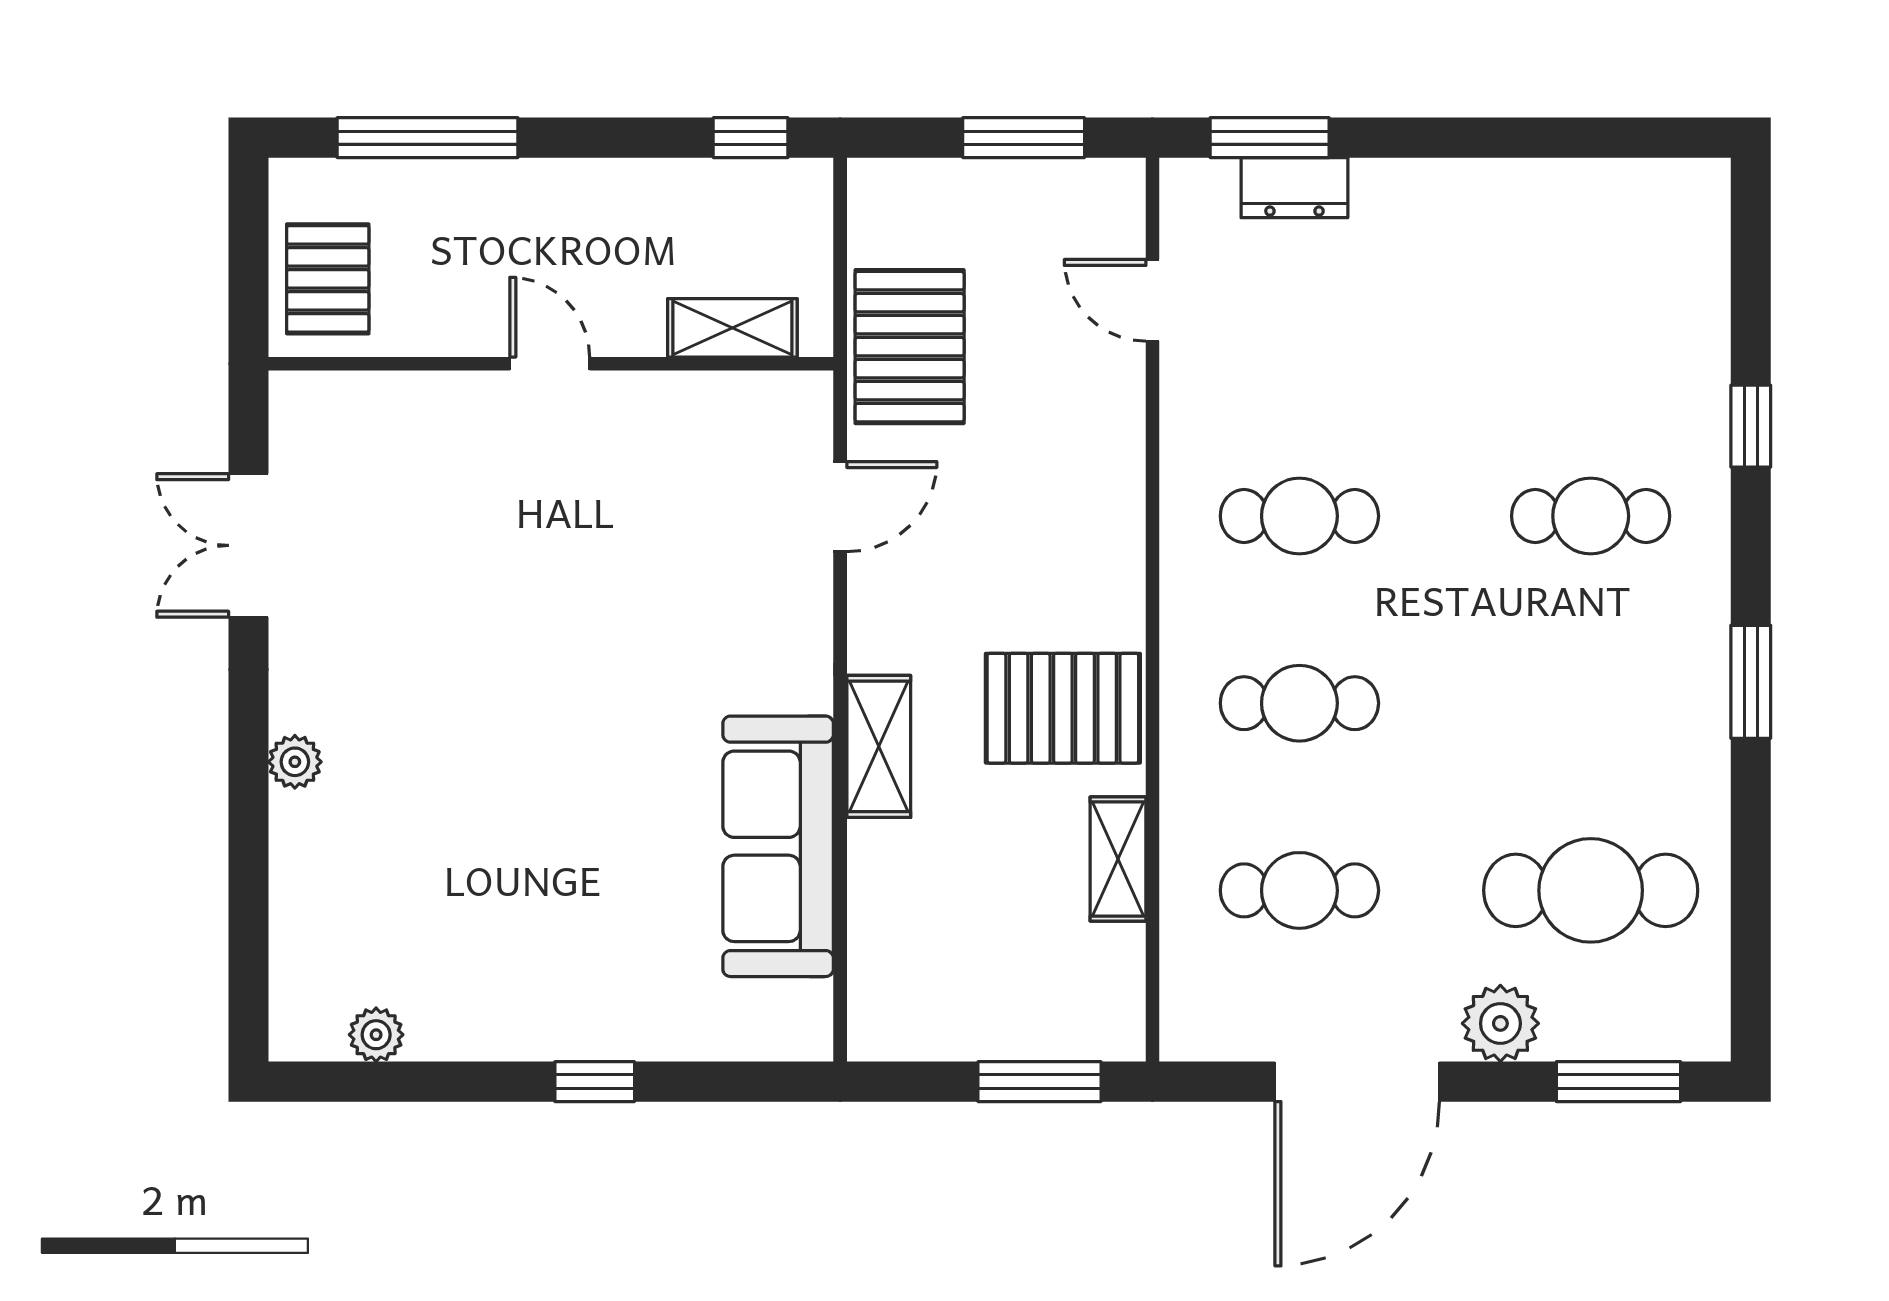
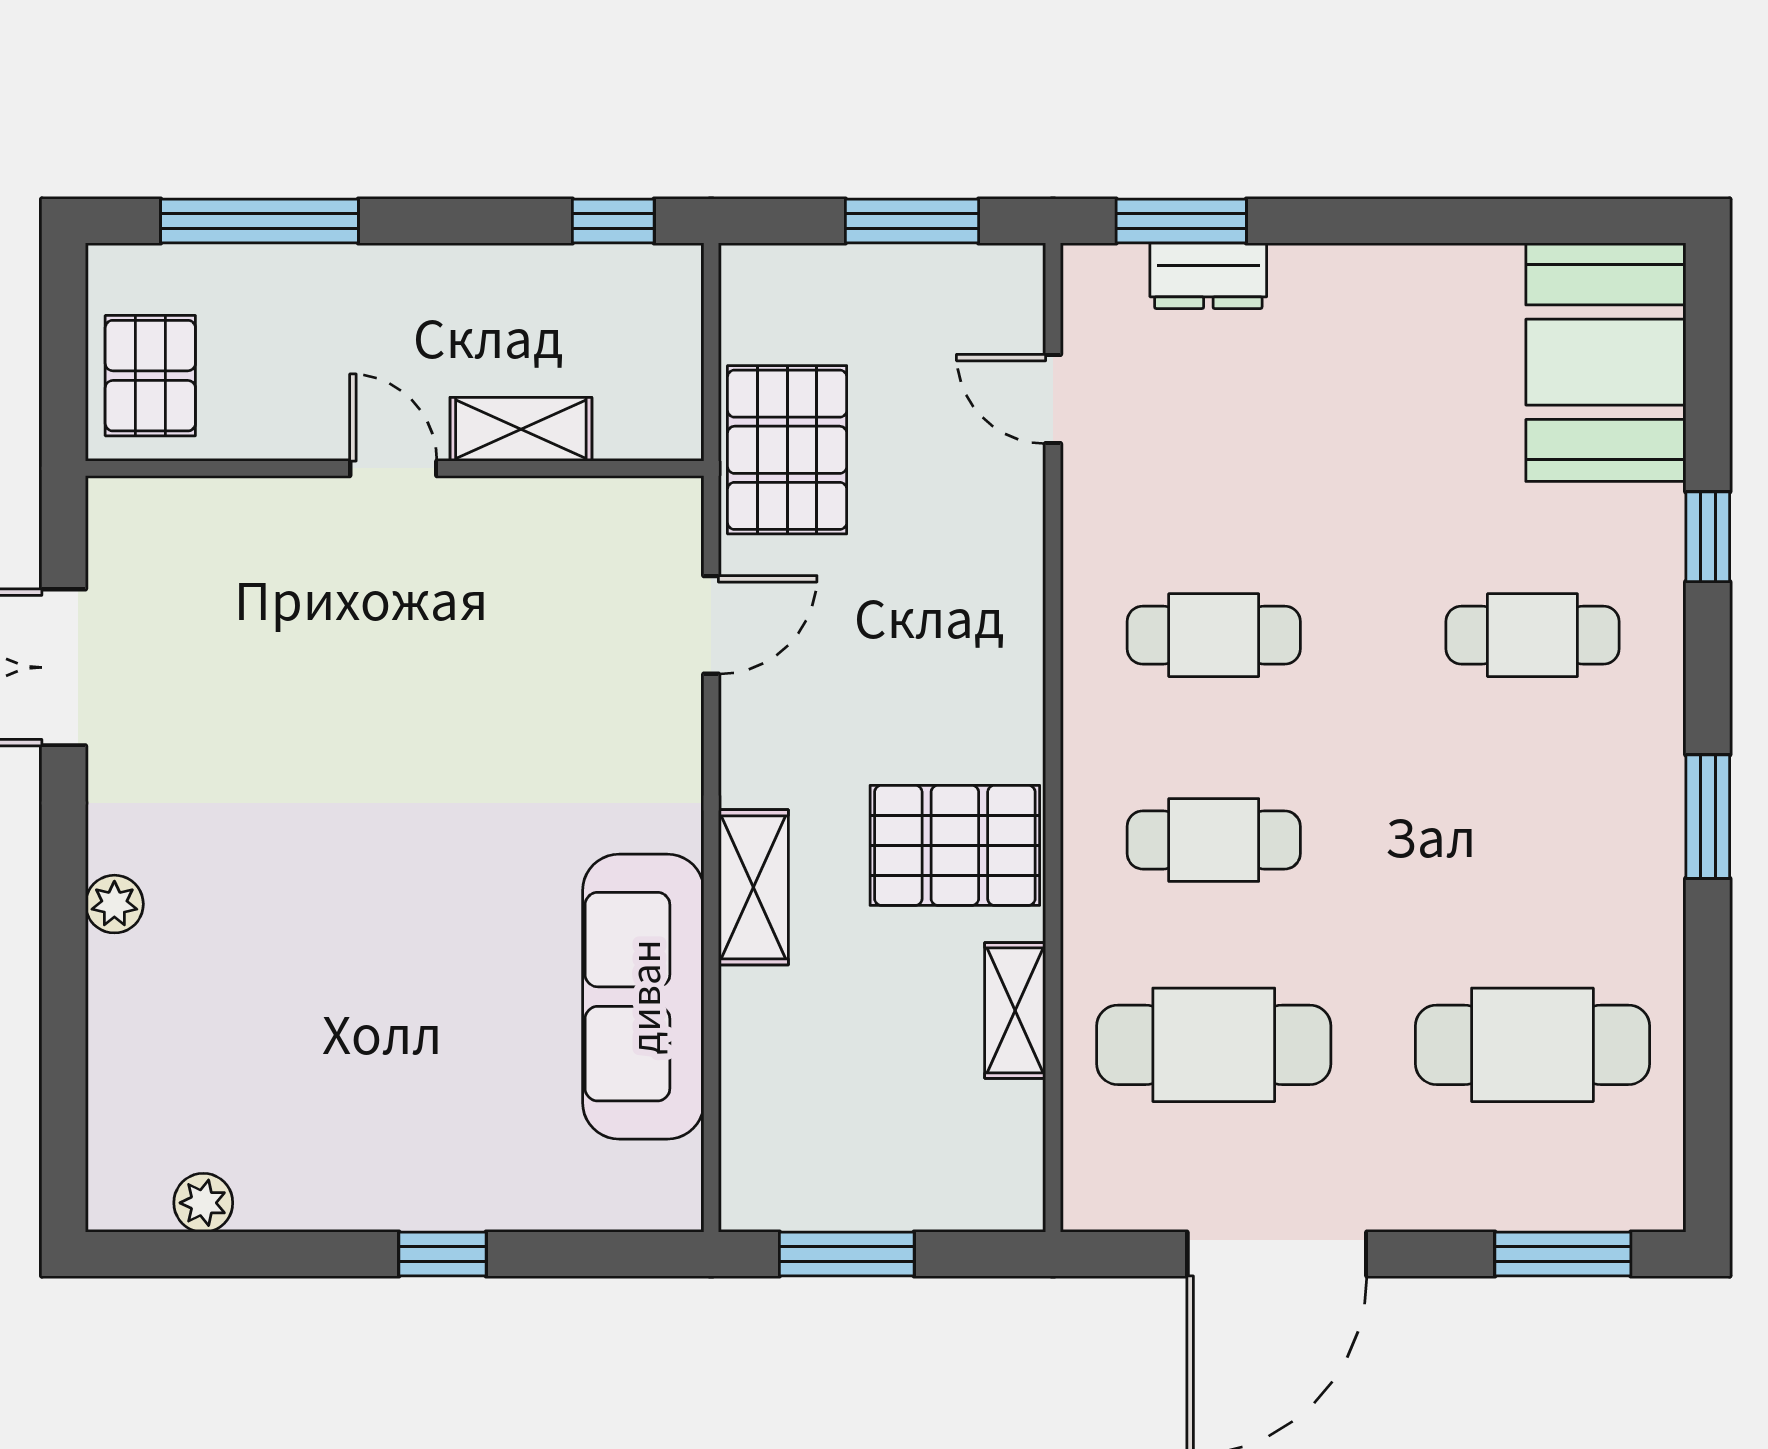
booth: (1658, 267) -> (1606, 362), added
shelving: (732, 328) -> (521, 429), moved
cafe table: (1299, 890) -> (1214, 1045), width x1.37, depth x1.35
plant: (1500, 1023) -> (1434, 1190), removed
window: (1040, 1082) -> (847, 1254), moved

